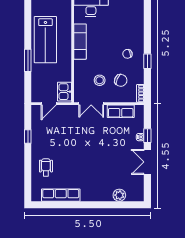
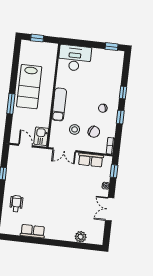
window: (147, 34) -> (123, 92), added
exam couch: (80, 42) -> (59, 104), moved
door: (49, 104) -> (25, 146), swing flipped
window: (147, 136) -> (114, 171), moved
row of seats: (61, 195) -> (33, 231), width x0.68

